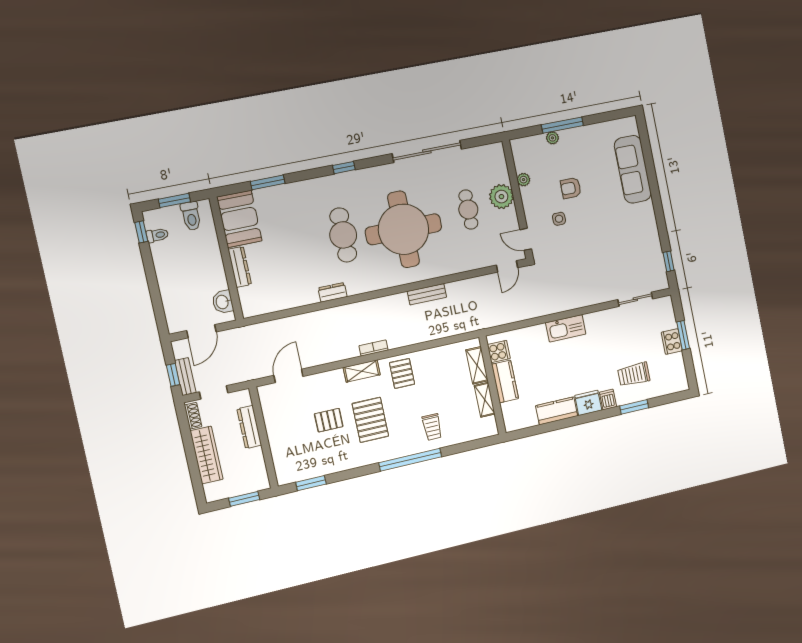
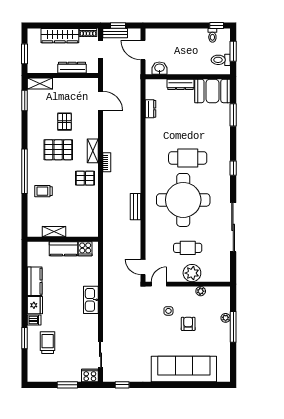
sofa: (633, 169) -> (184, 369), width x1.36, depth x1.27
dresser: (333, 292) -> (150, 109), moved
cooker: (672, 342) -> (90, 375), moved
shelving: (477, 365) -> (40, 84), moved

